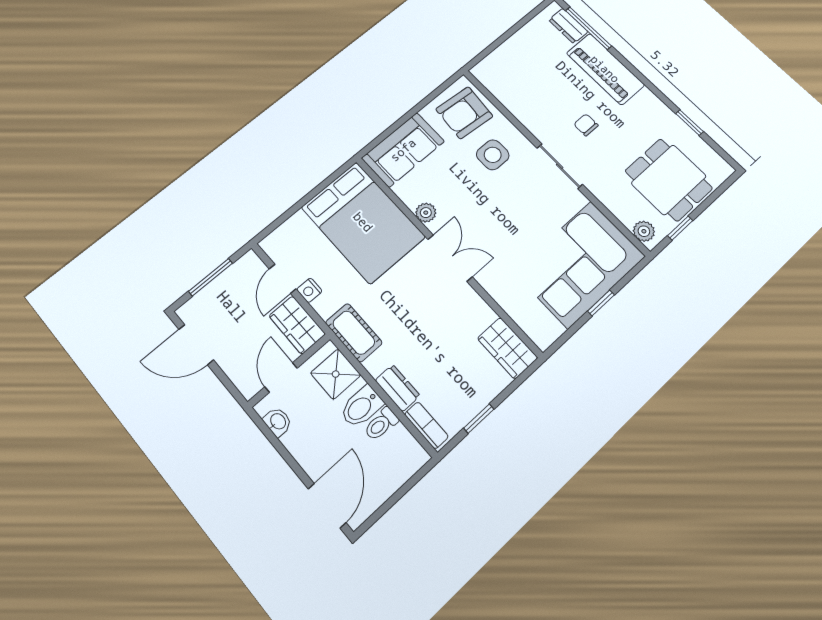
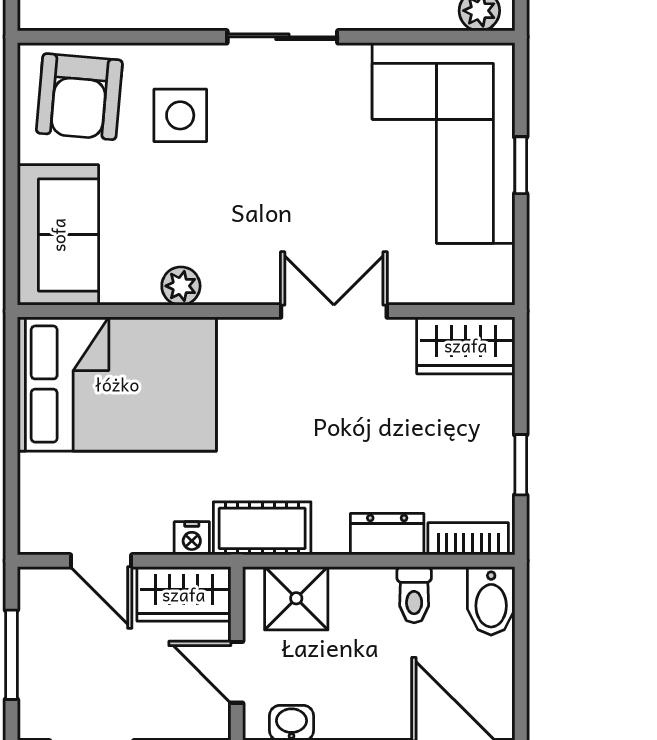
double door: (450, 258) -> (334, 311), moved
nightstand: (309, 290) -> (192, 538), moved
bidet: (361, 407) -> (491, 601), moved

